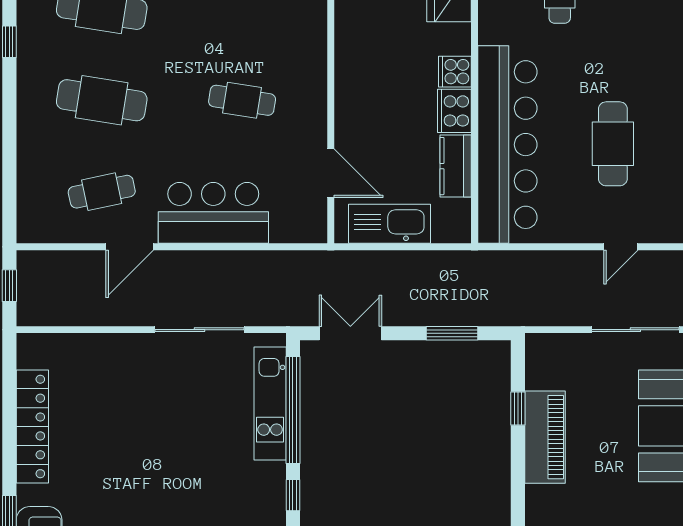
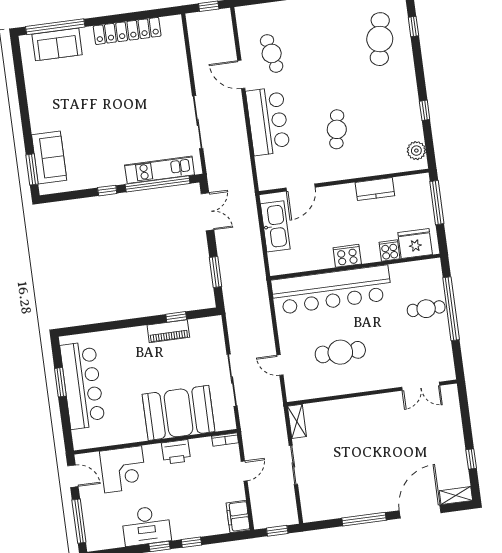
cooker: (455, 72) -> (390, 250), moved
cafe table: (102, 100) -> (326, 46), removed
kitchen counter: (456, 166) -> (375, 189), moved, turned 180
piano: (545, 437) -> (168, 331), width x0.73, depth x0.75

